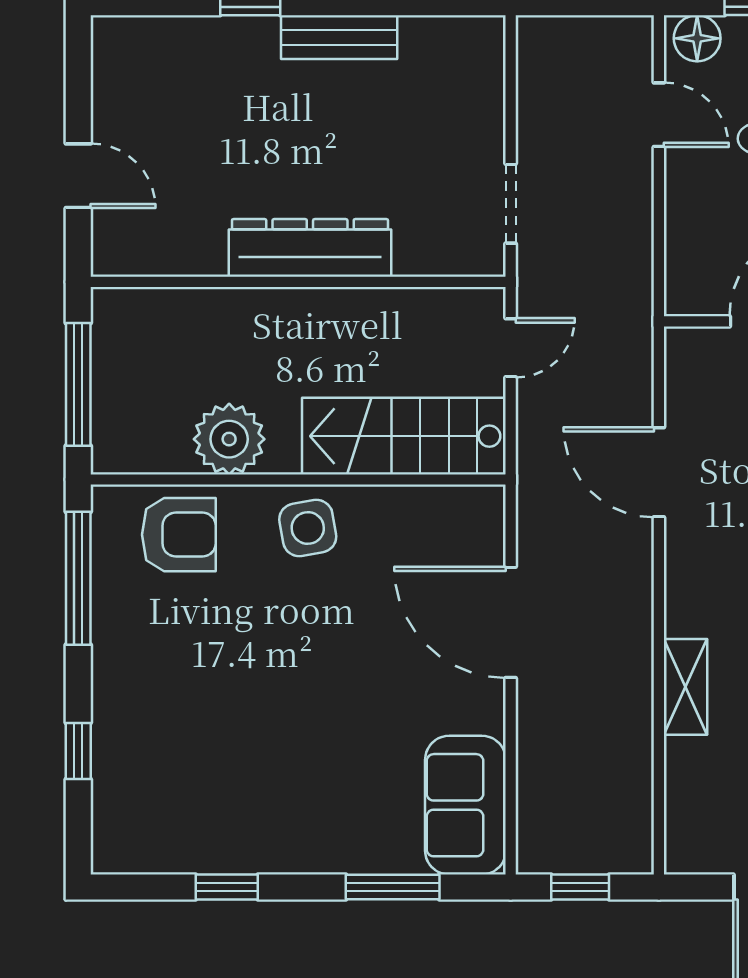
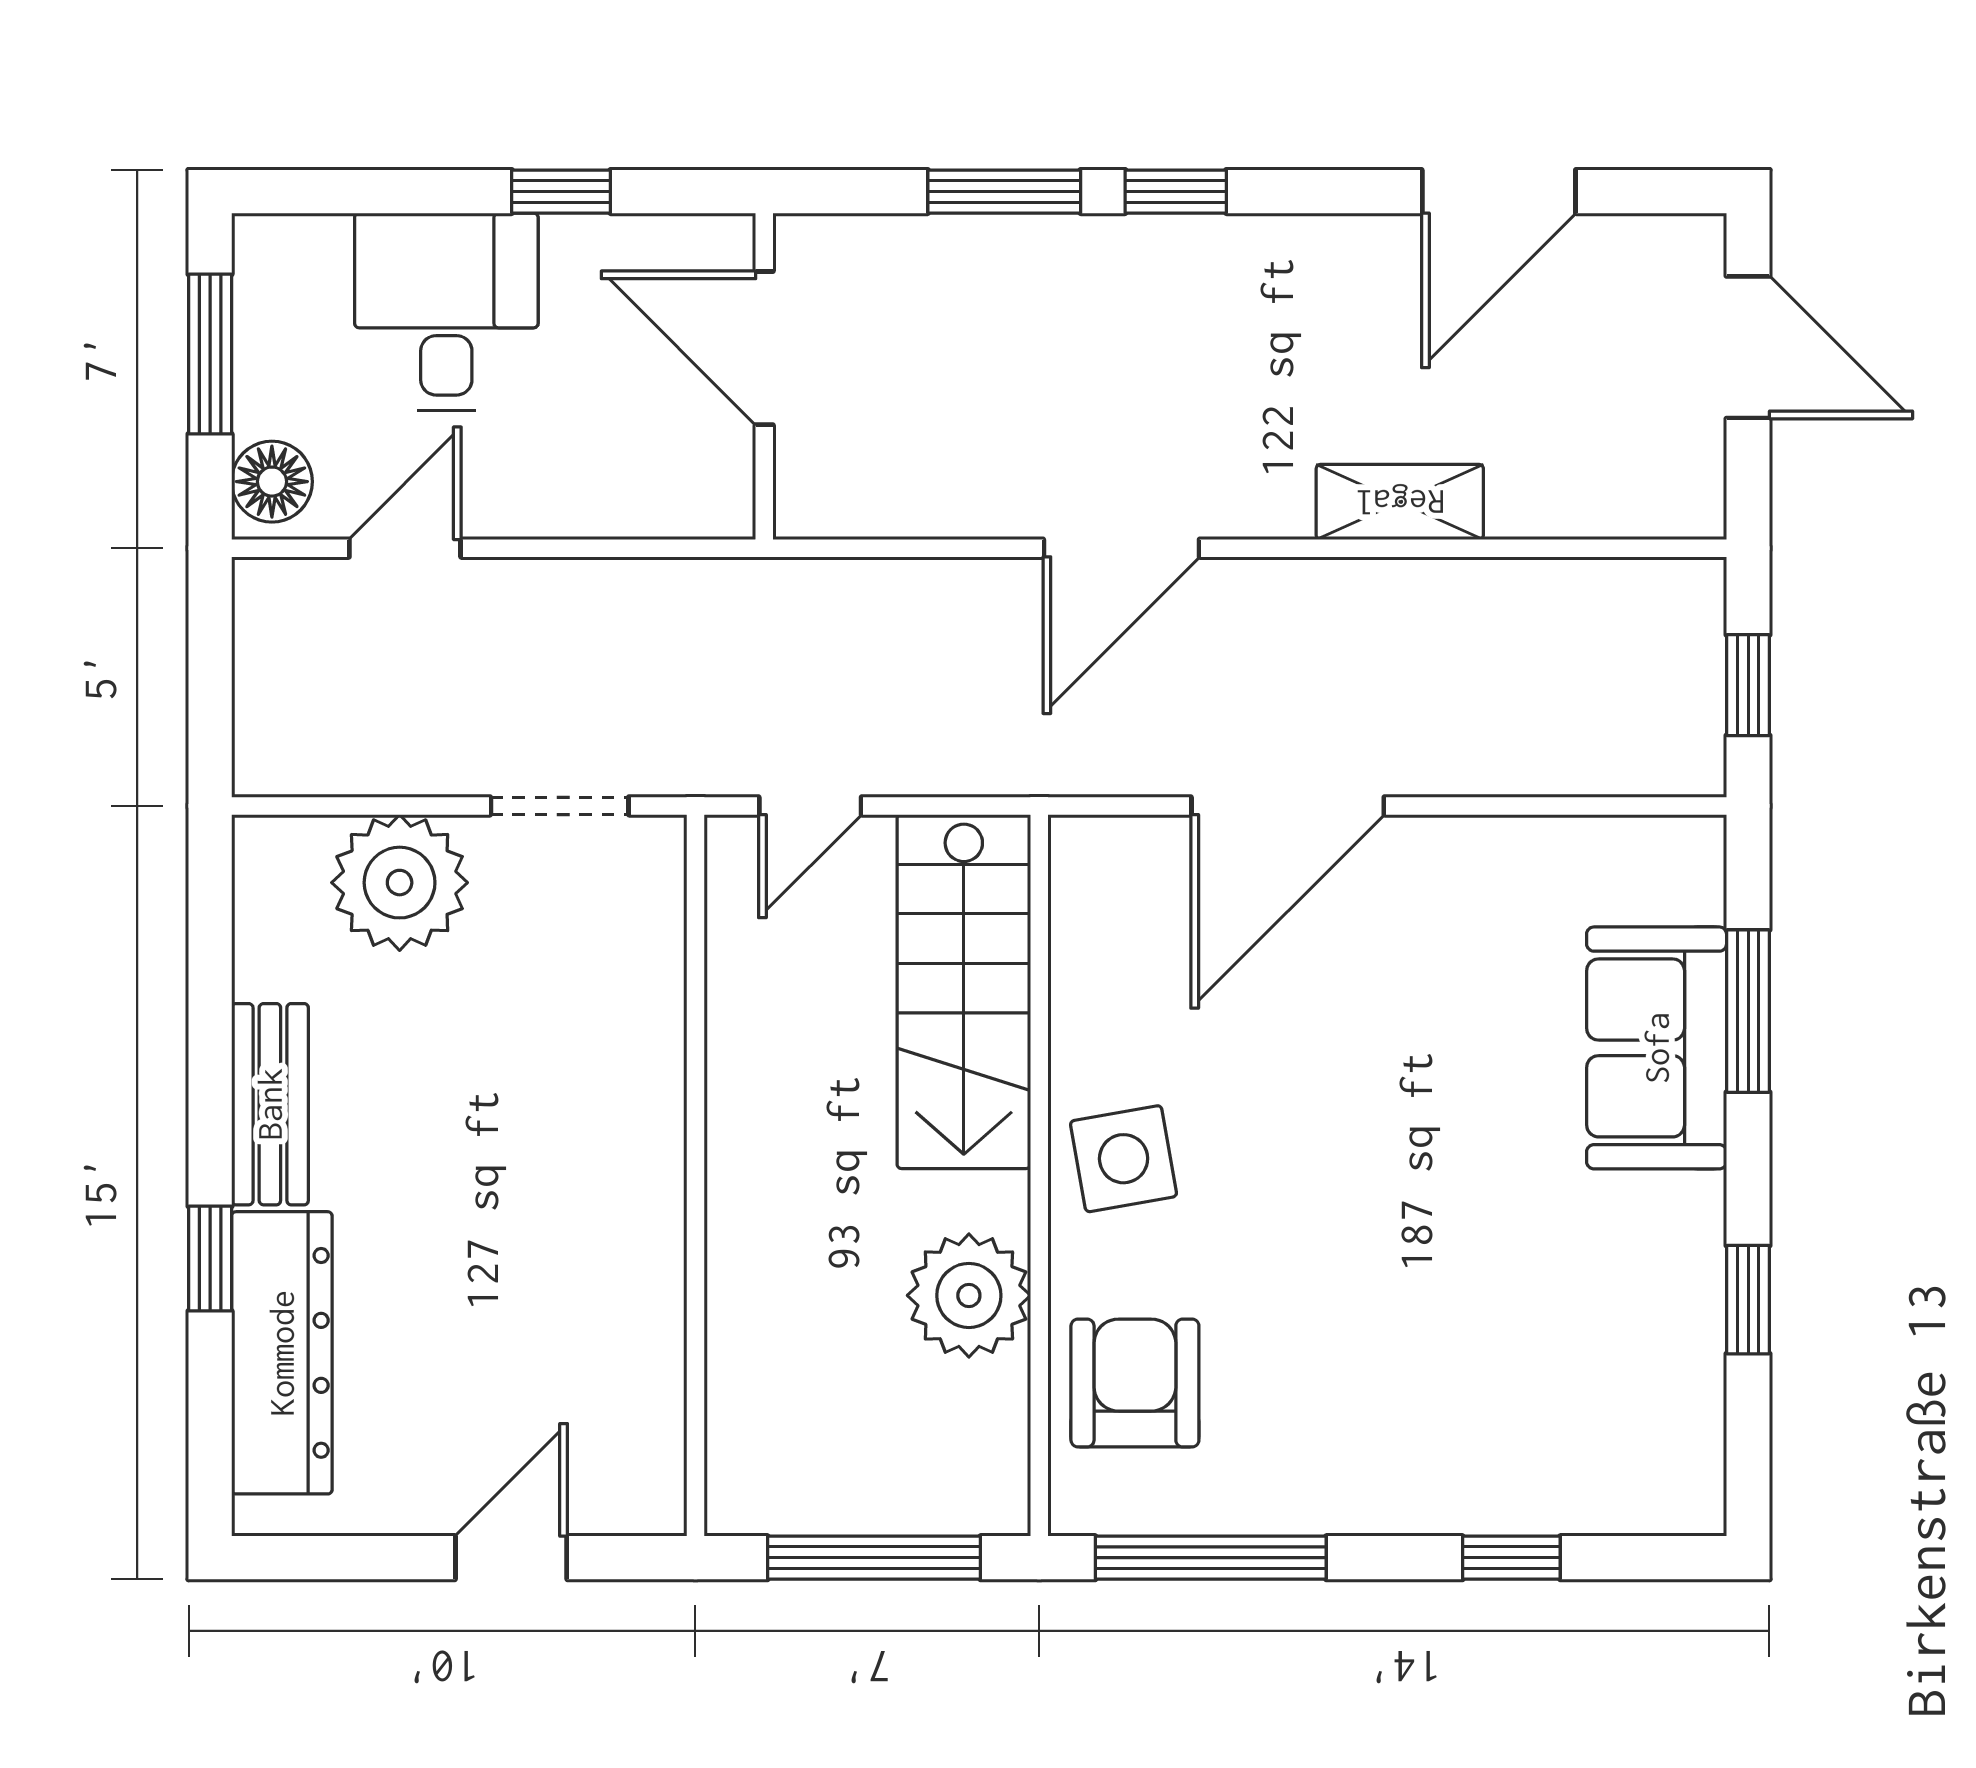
plant: (467, 112) -> (400, 883), added
dresser: (310, 248) -> (282, 1353), moved, turned 180
door: (511, 348) -> (810, 806), swing flipped
door: (659, 472) -> (1121, 548), moved
sofa: (465, 805) -> (1657, 1048), moved, turned 90

